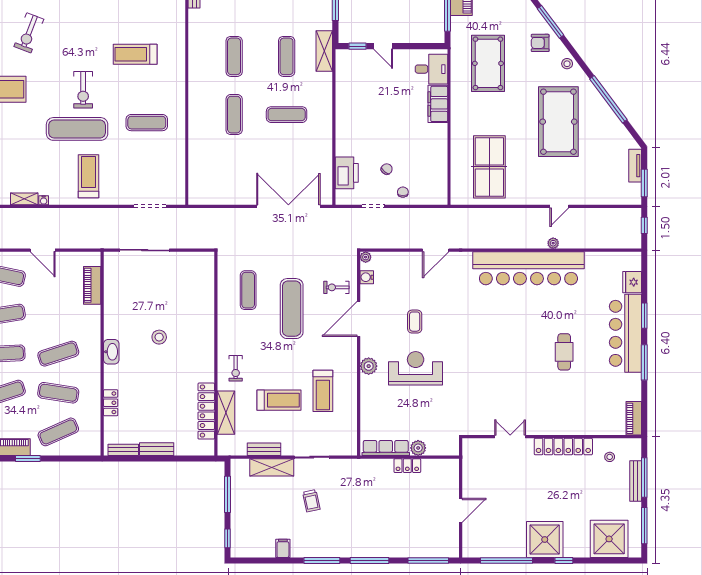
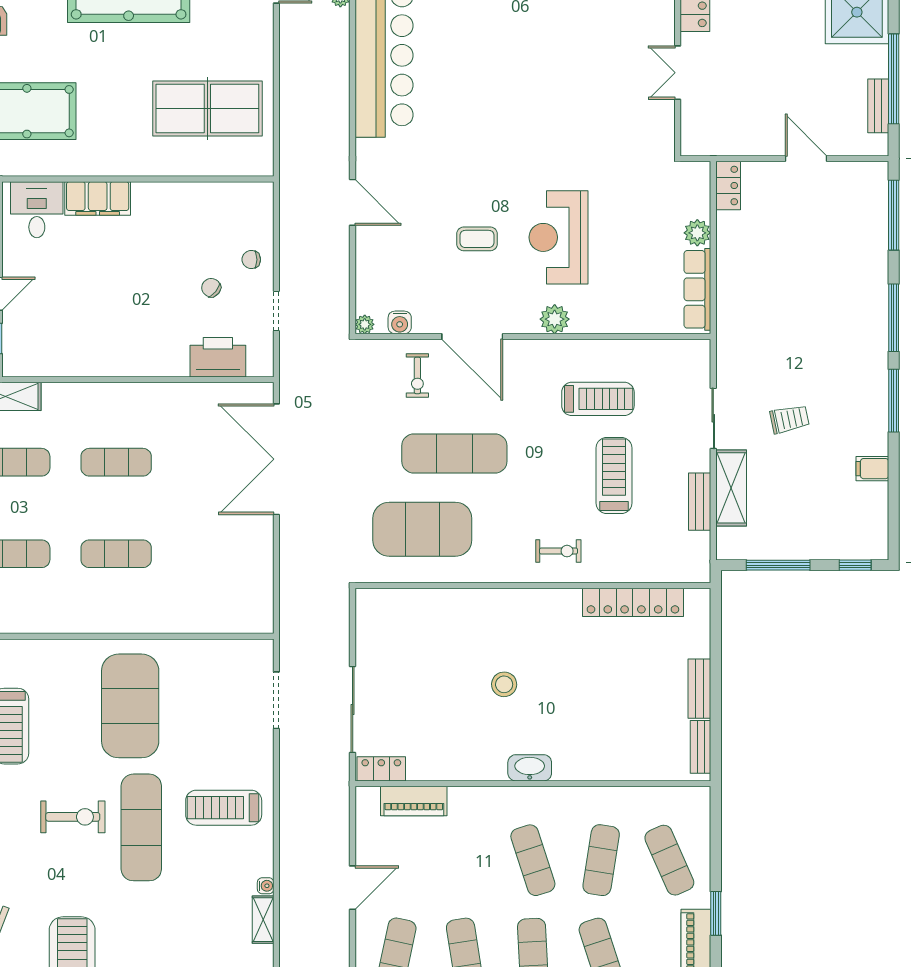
exercise mat: (287, 115) -> (116, 462), turned 90
exercise mat: (147, 123) -> (130, 706), width x2.00, depth x1.45
exercise mat: (248, 290) -> (422, 529), width x2.00, depth x1.45
locker: (111, 403) -> (381, 769), moved
shelving: (226, 413) -> (636, 568), removed
locker: (407, 466) -> (728, 186), moved
bench: (491, 552) -> (878, 106), added

